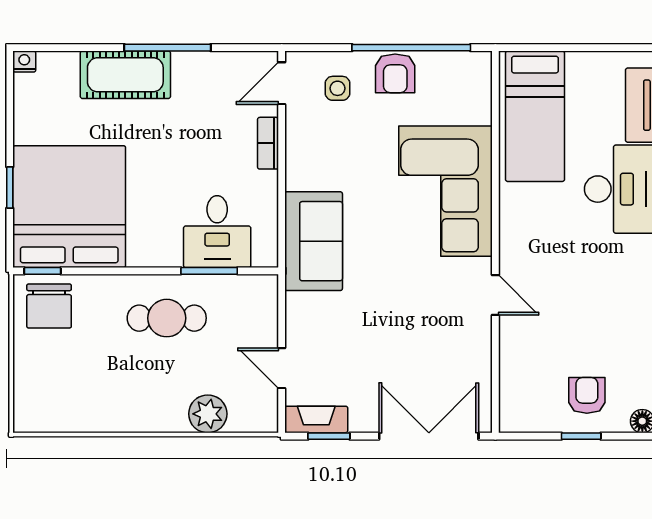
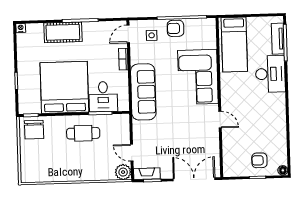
armchair: (395, 73) -> (175, 28), turned 90
bed: (69, 207) -> (64, 87), moved
sofa: (314, 241) -> (143, 92), width x1.36
armchair: (587, 395) -> (259, 160), turned -90
plant: (208, 414) -> (123, 172), moved

